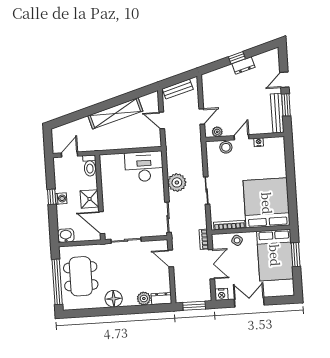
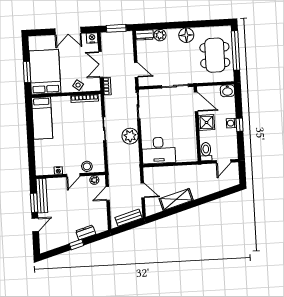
dresser: (243, 65) -> (86, 232), moved
shelving: (115, 113) -> (176, 199), width x0.68
bed: (267, 203) -> (42, 118), width x0.49

